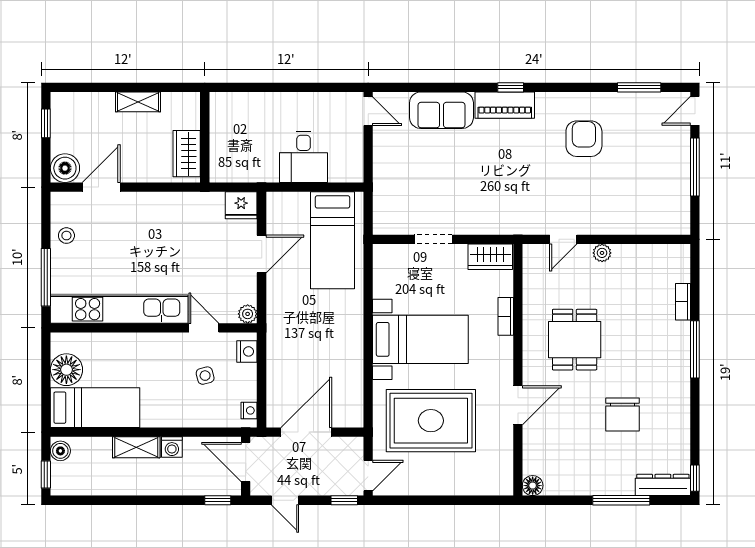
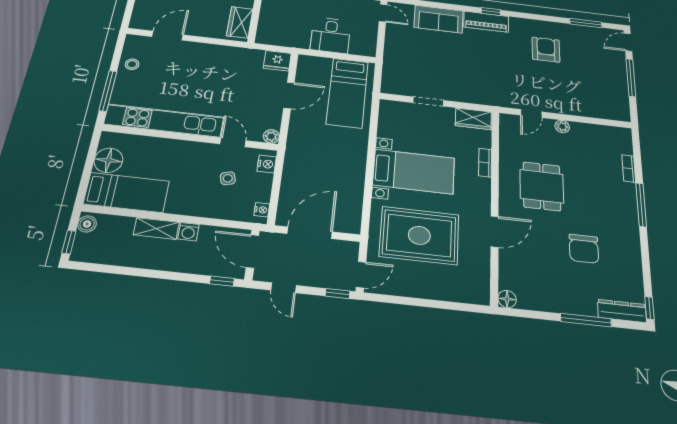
boiler: (65, 168) -> (142, 20), removed

